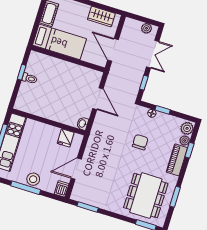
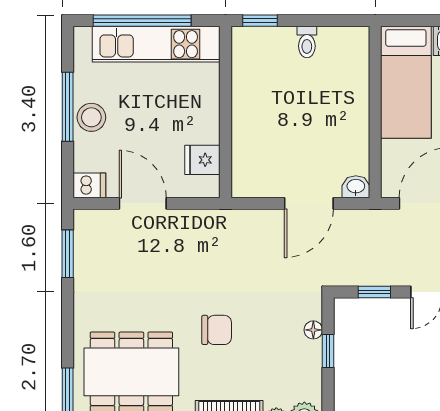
window: (22, 72) -> (260, 21), moved
washbasin: (83, 124) -> (356, 187), moved
chair: (140, 142) -> (217, 330), moved

